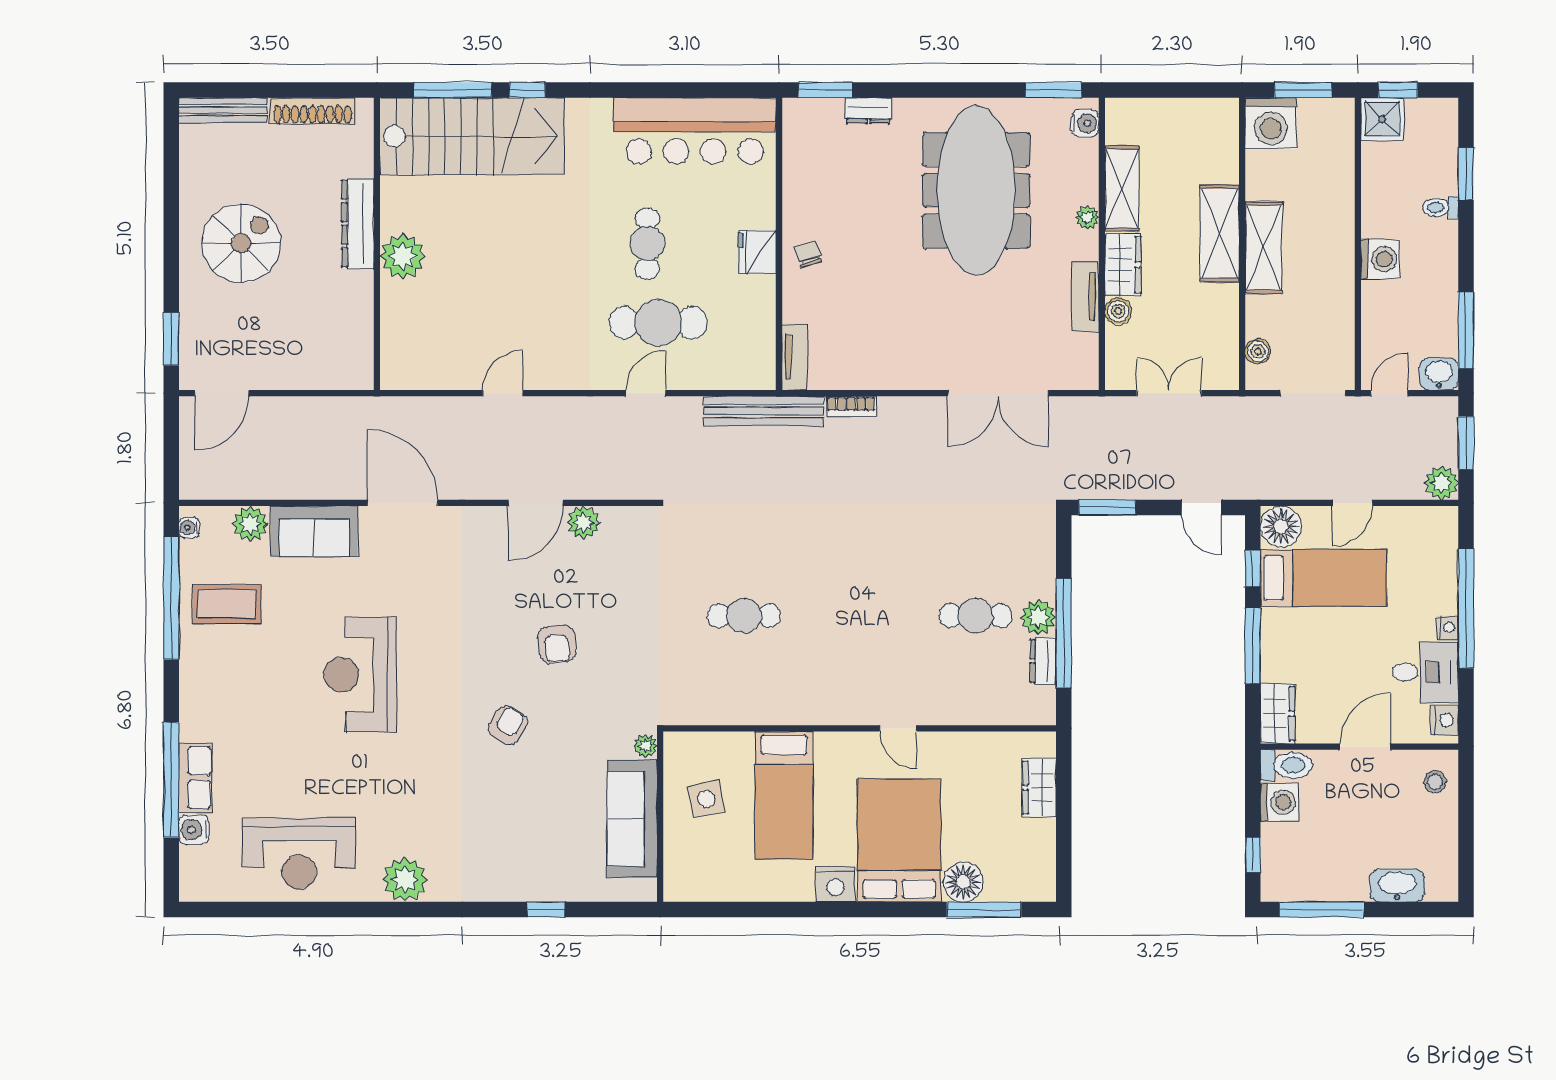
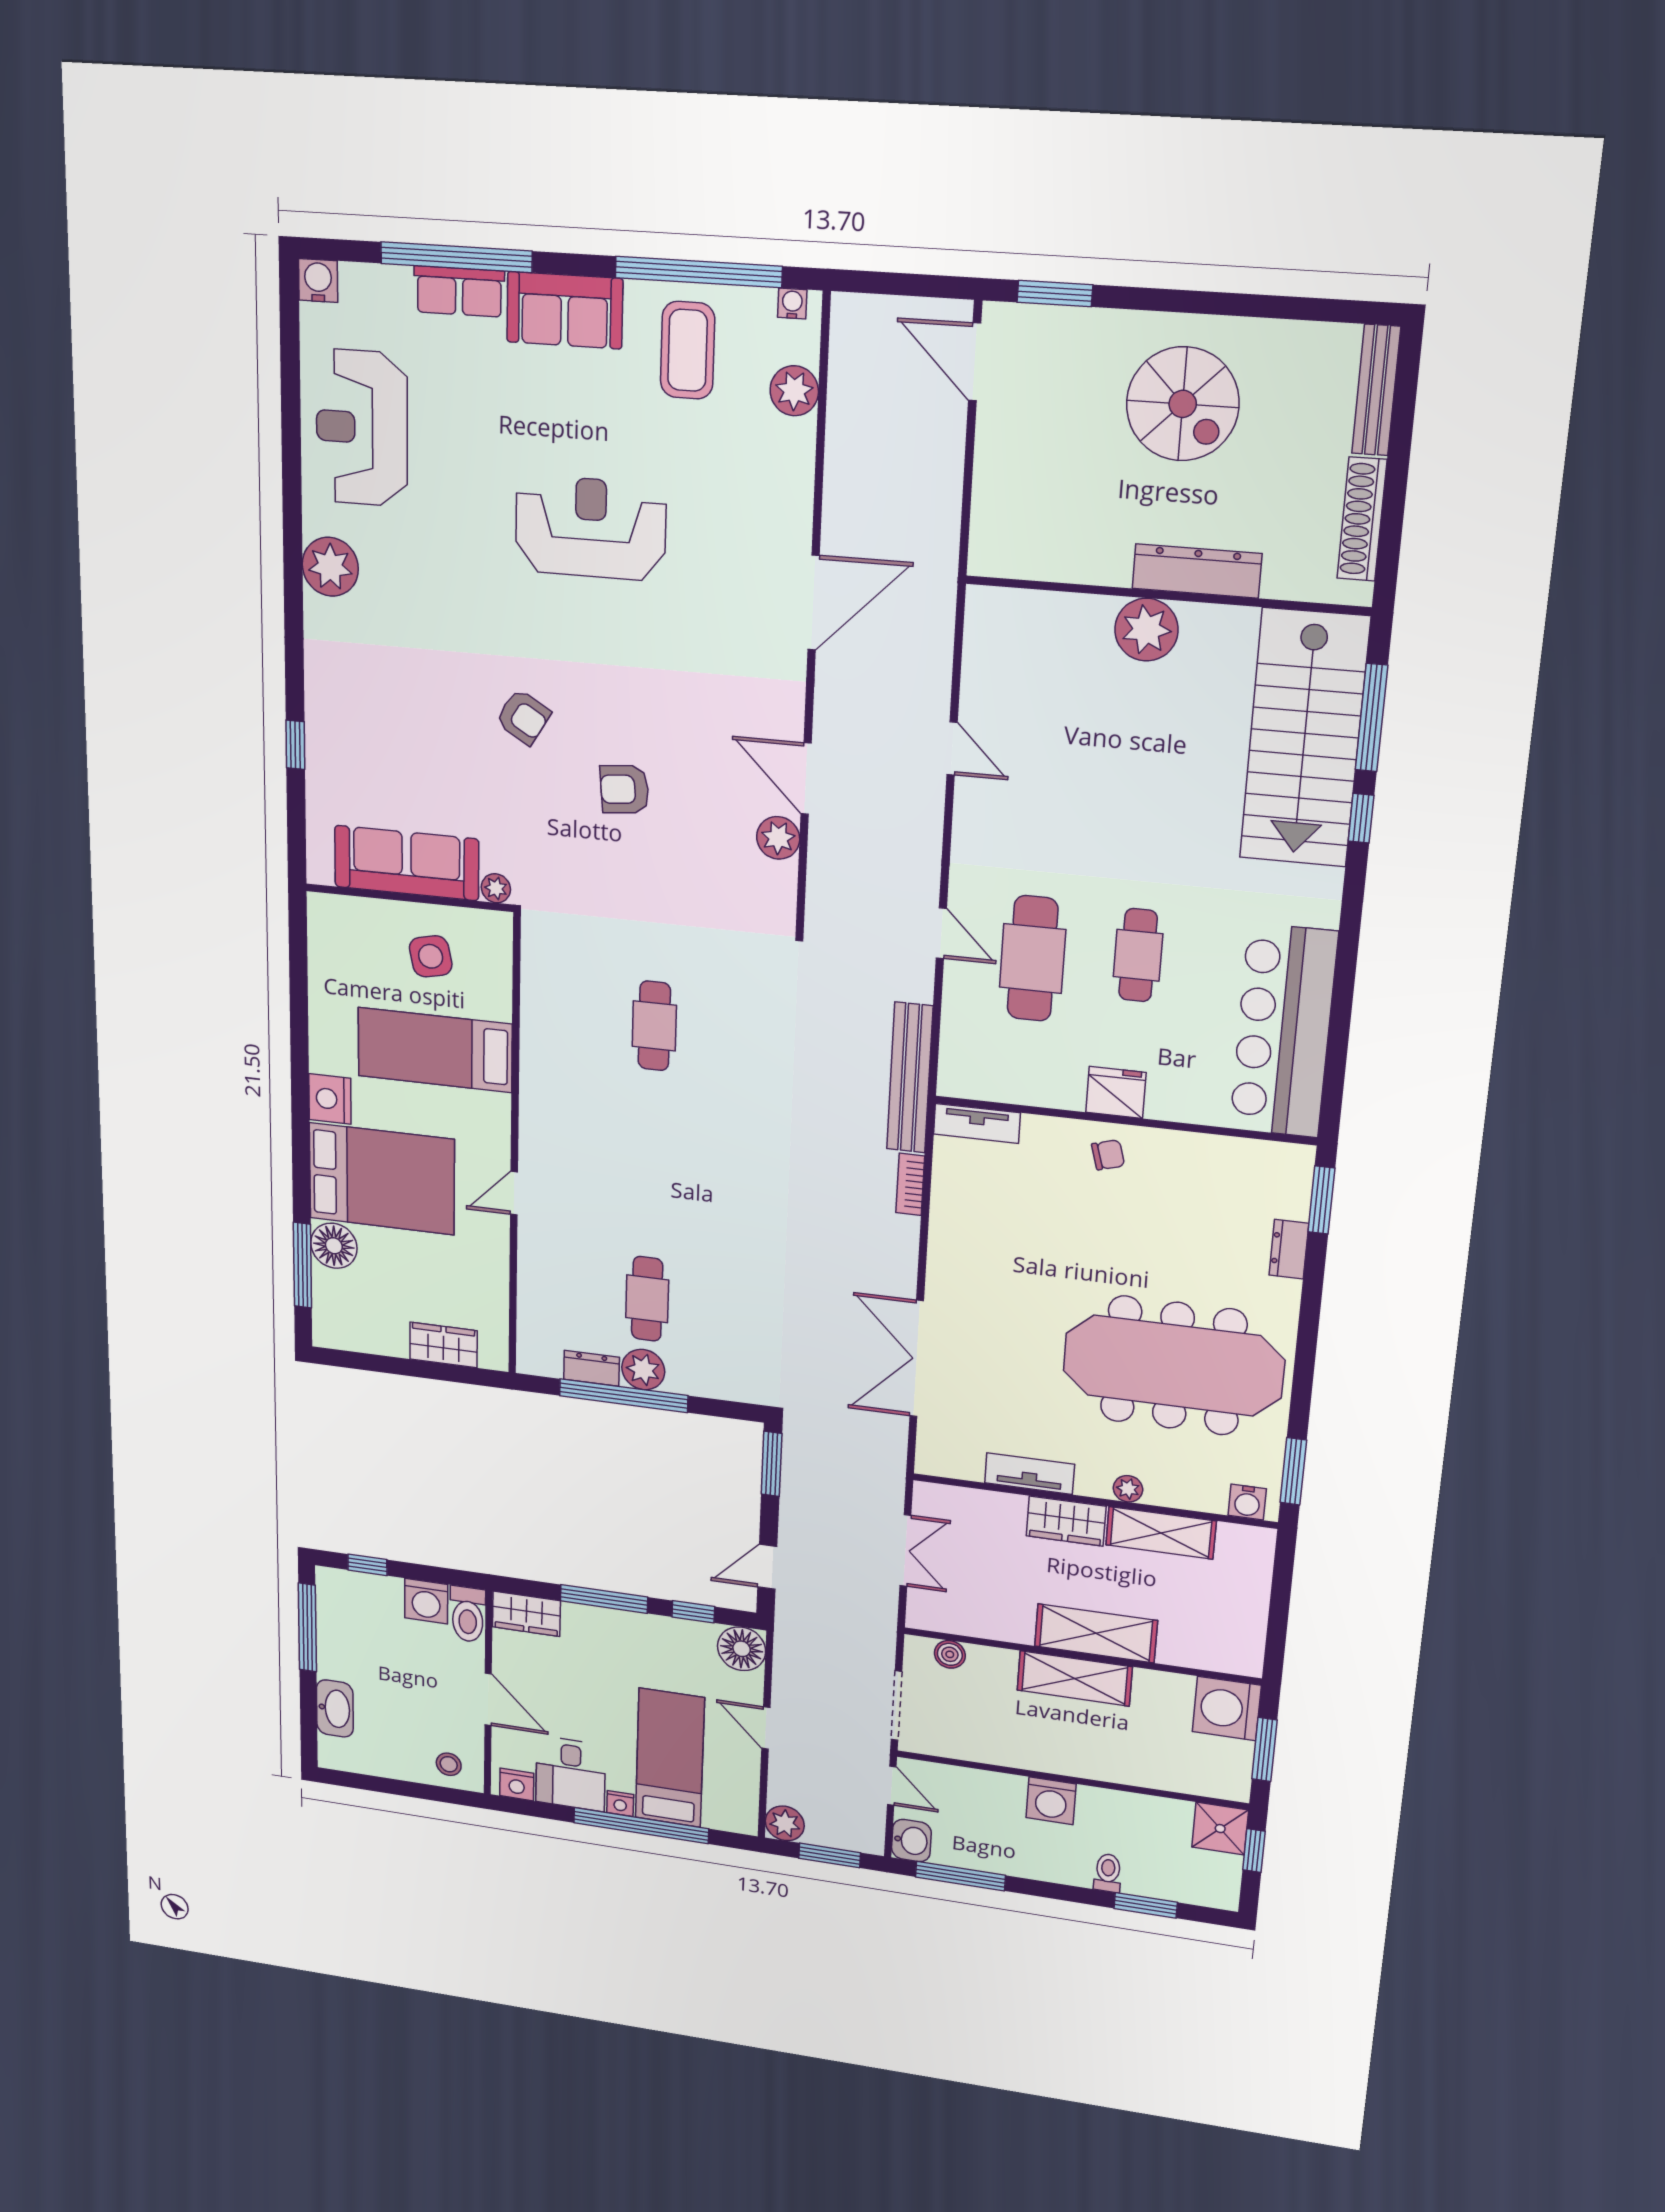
cafe table: (647, 243) -> (1138, 955), turned 90
boiler: (1118, 311) -> (1009, 1508), removed
sofa: (314, 531) -> (565, 310), moved, turned -90
bed: (1324, 578) -> (670, 1758), moved, turned 180
water cooler: (194, 830) -> (318, 281), moved

